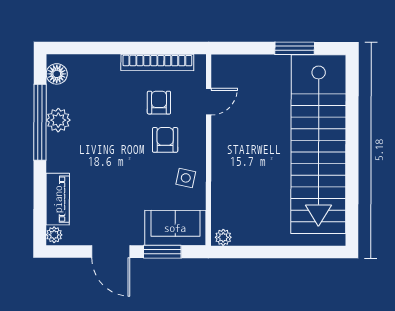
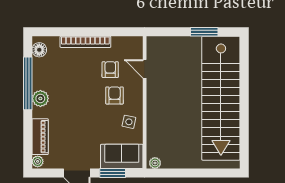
bookcase: (157, 63) -> (85, 42), moved
door: (209, 102) -> (145, 69), swing flipped
plant: (58, 120) -> (40, 98), moved

